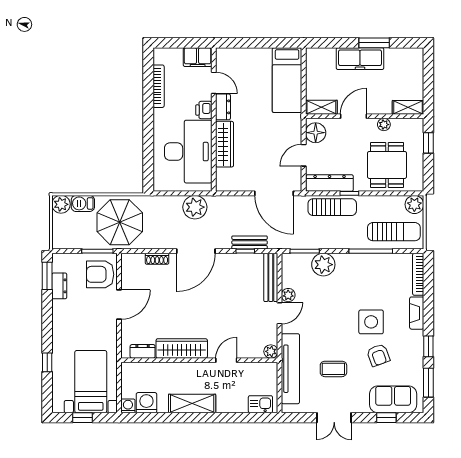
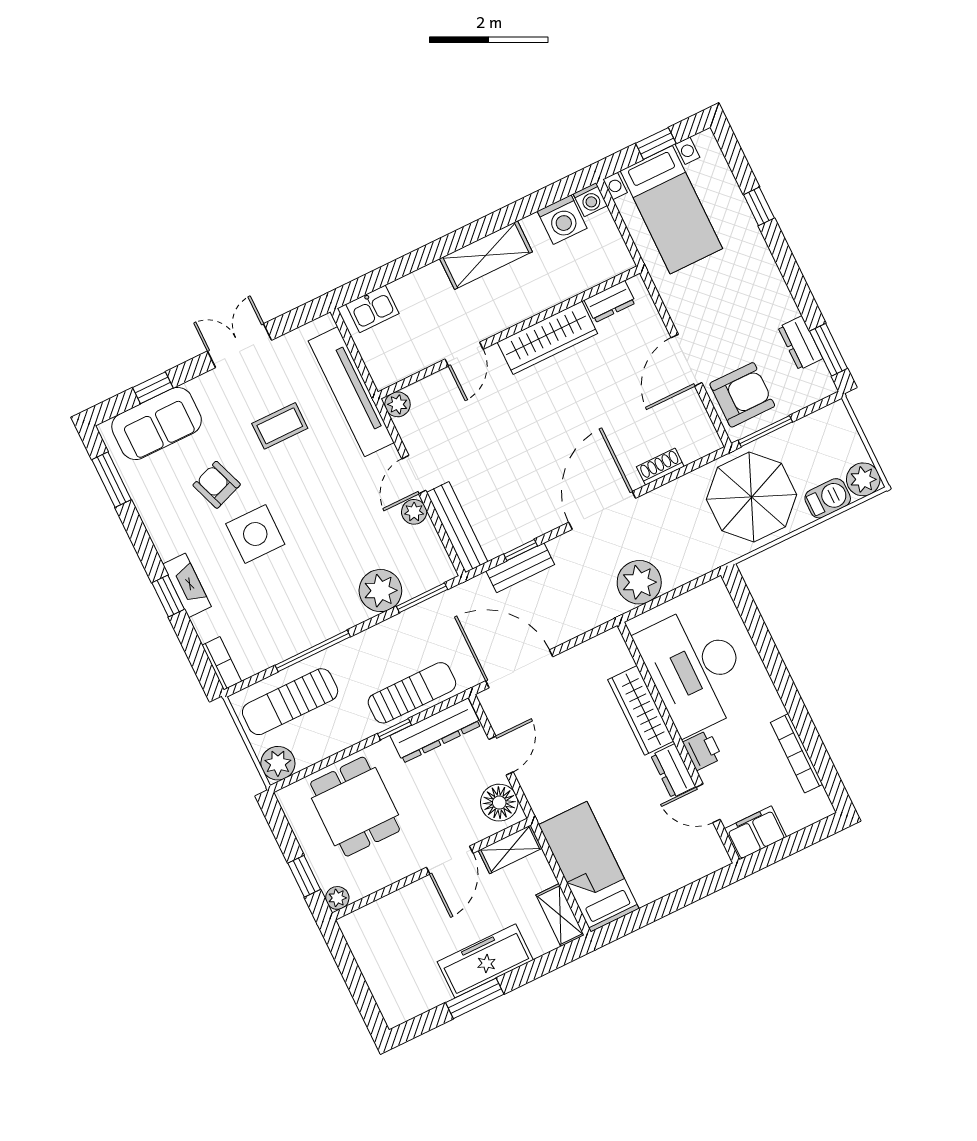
shelving: (408, 107) -> (560, 915), moved, turned 90
plant: (384, 125) -> (337, 898), moved
sun lounger: (332, 207) -> (412, 693), turned 180
bookcase: (418, 274) -> (222, 663), width x0.64
window: (428, 346) -> (168, 596), moved

